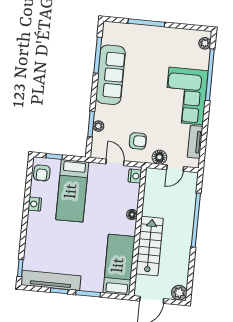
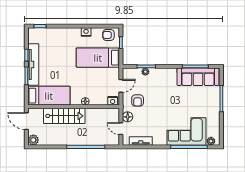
sofa: (111, 75) -> (198, 77), moved
corner sofa: (186, 96) -> (187, 131), moved
tv unit: (51, 280) -> (33, 65), moved

